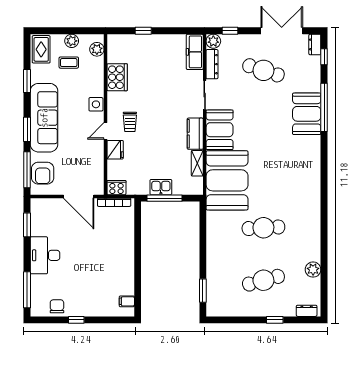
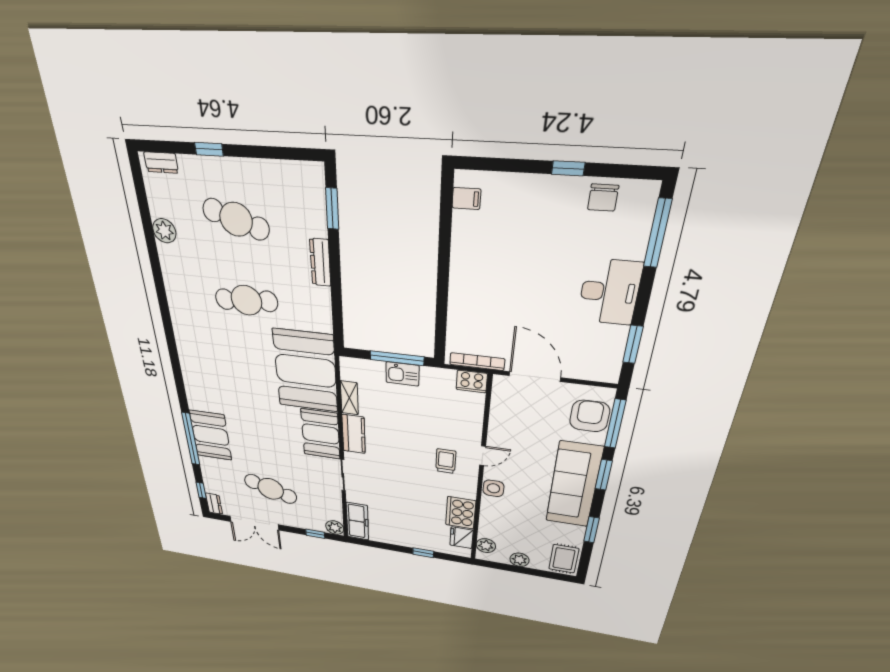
coffee table: (69, 63) -> (527, 539), removed
dresser: (212, 64) -> (320, 262), moved
fridge: (115, 150) -> (461, 538), moved
cafe table: (263, 280) -> (236, 219), turned 33

